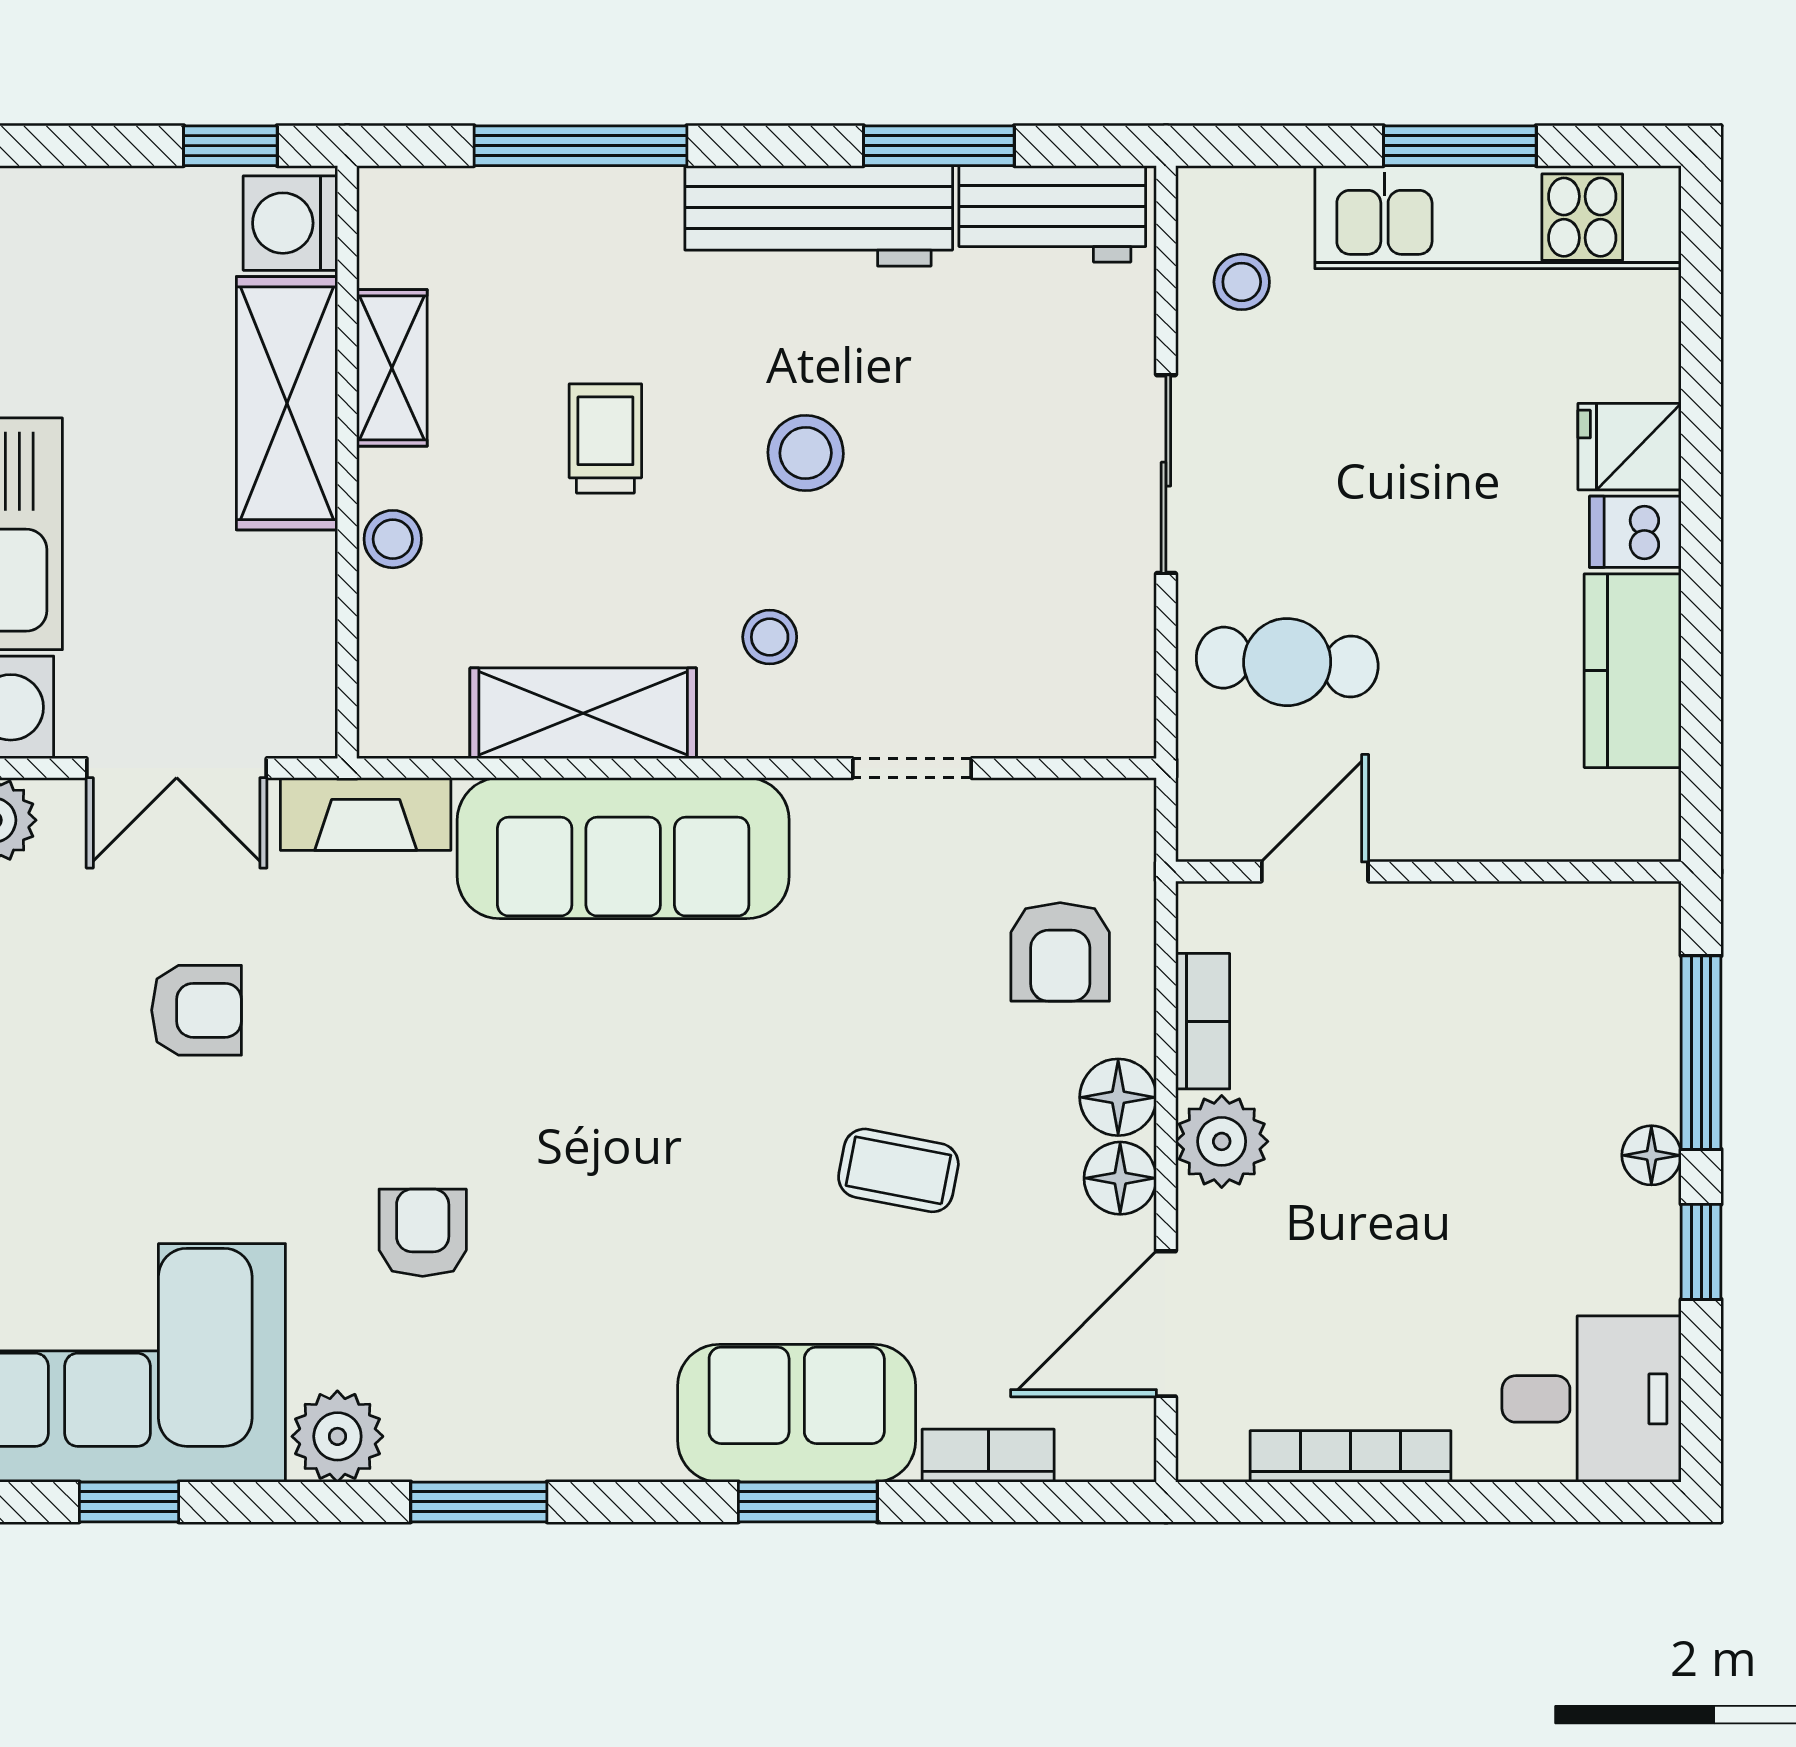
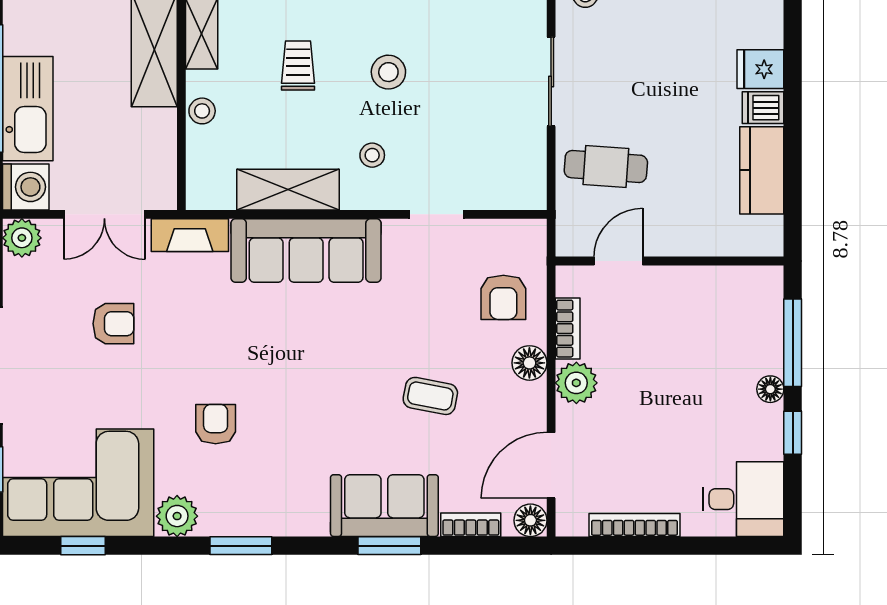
floor lamp: (1120, 1178) -> (530, 520), moved

